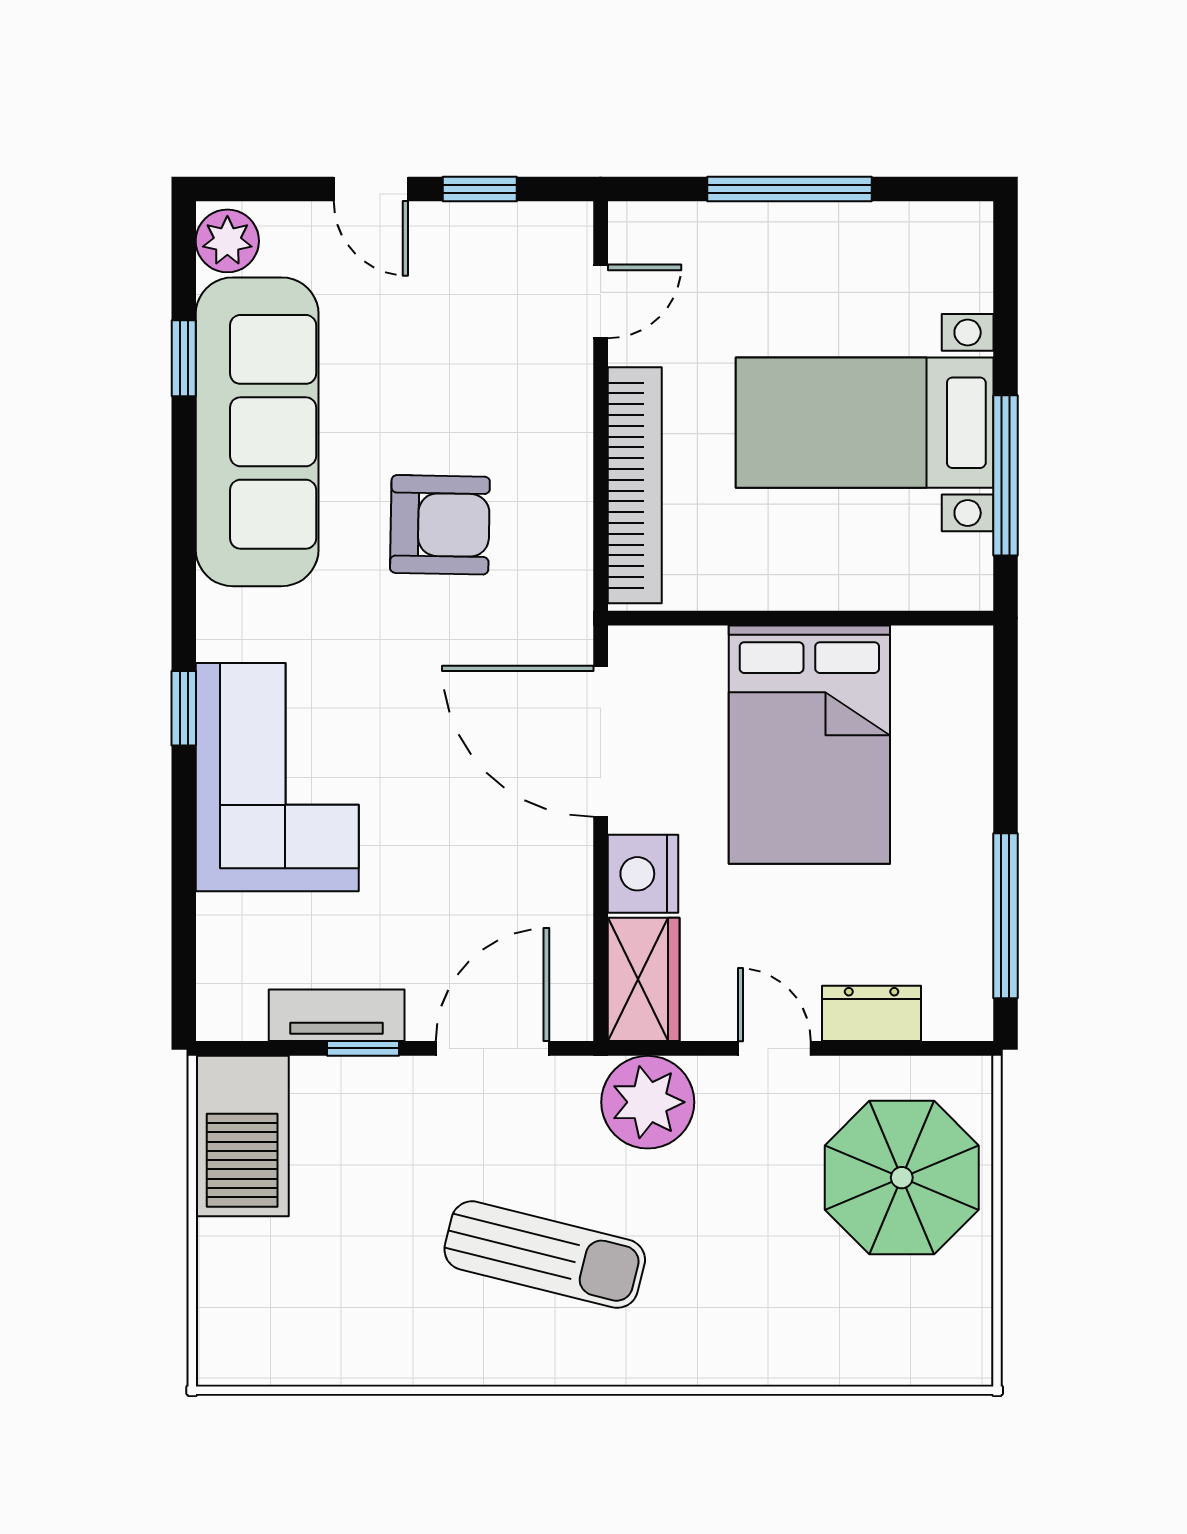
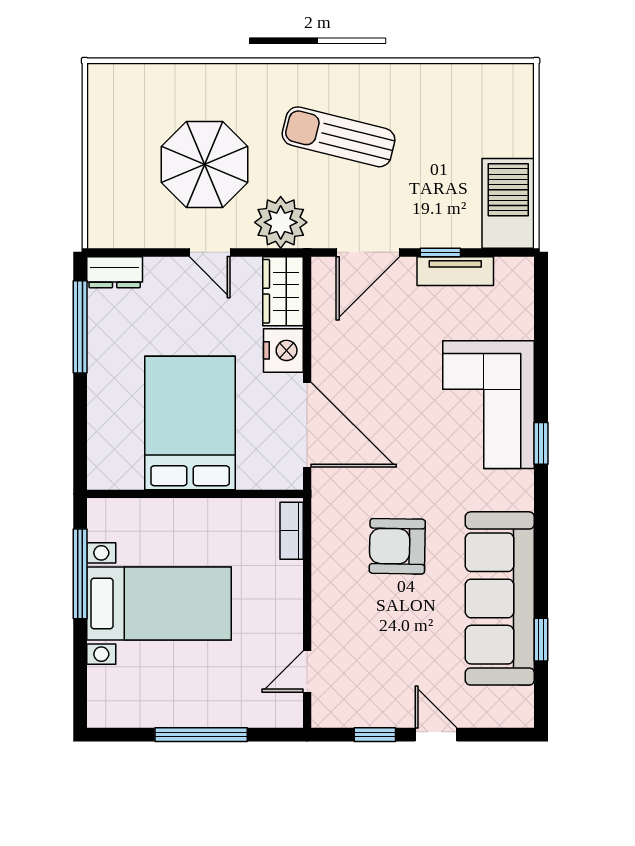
plant: (227, 241) -> (517, 705), removed
bookcase: (635, 485) -> (292, 531), width x0.43, depth x0.76
dresser: (872, 1013) -> (115, 272), moved
parasol: (902, 1178) -> (205, 164), moved

